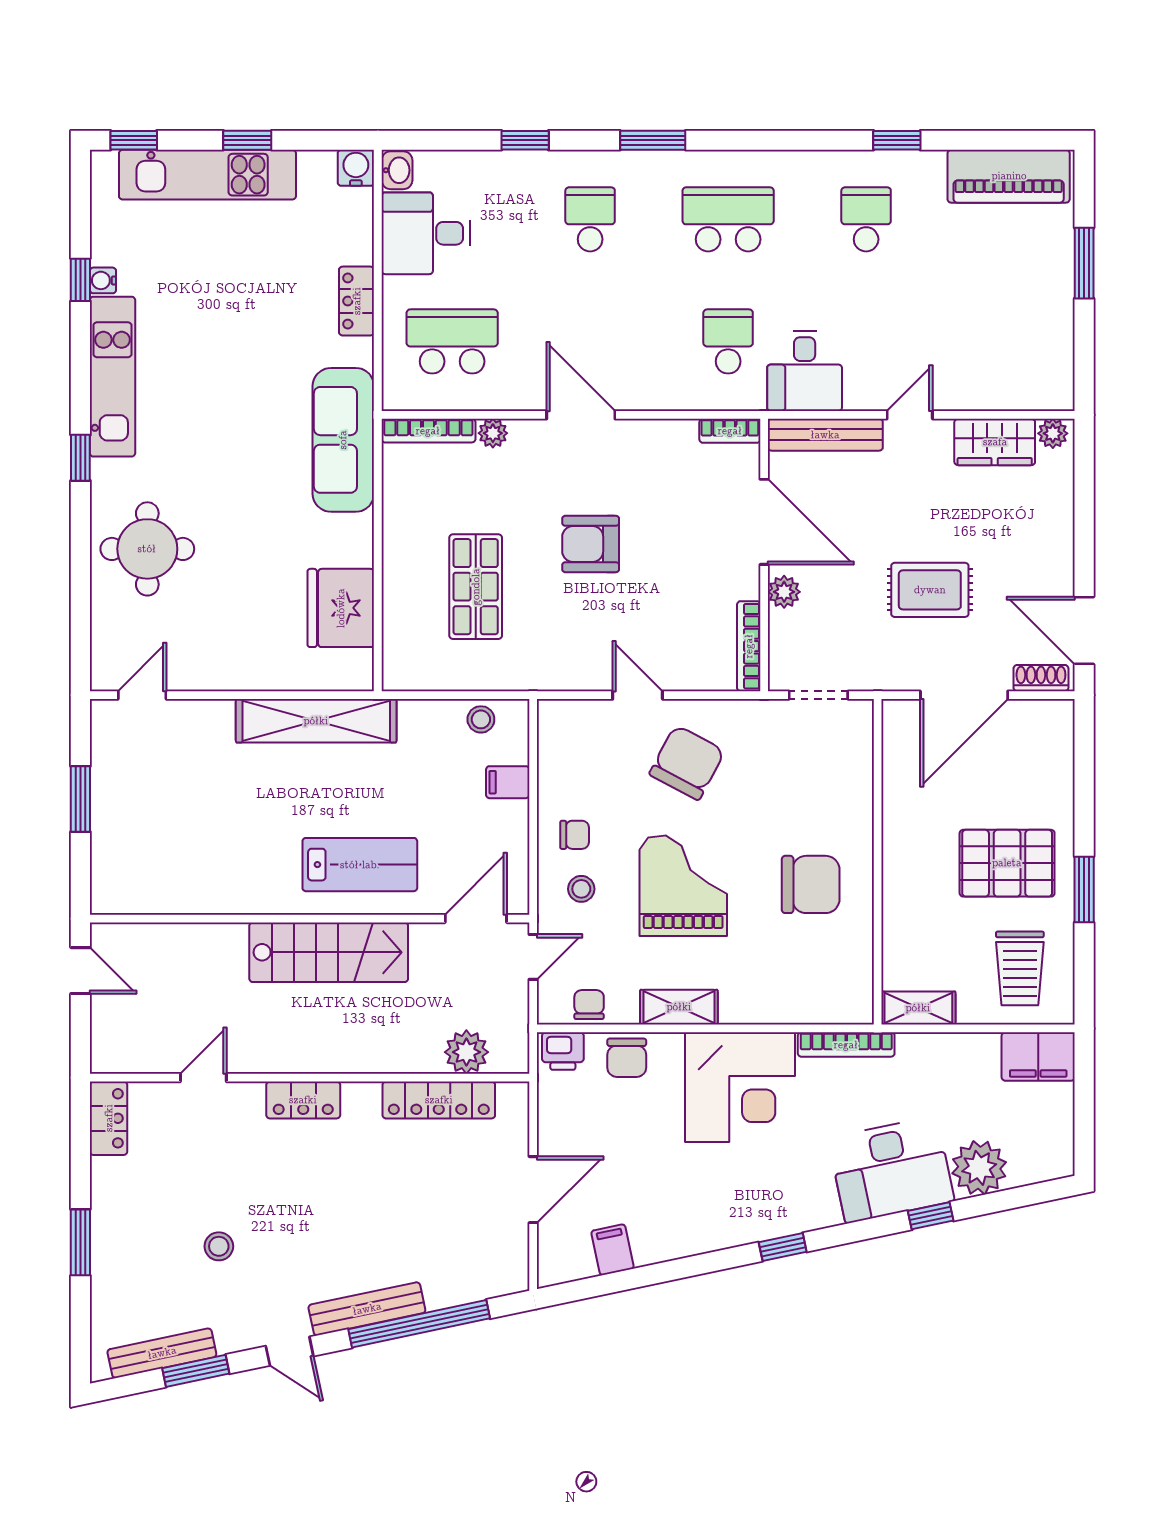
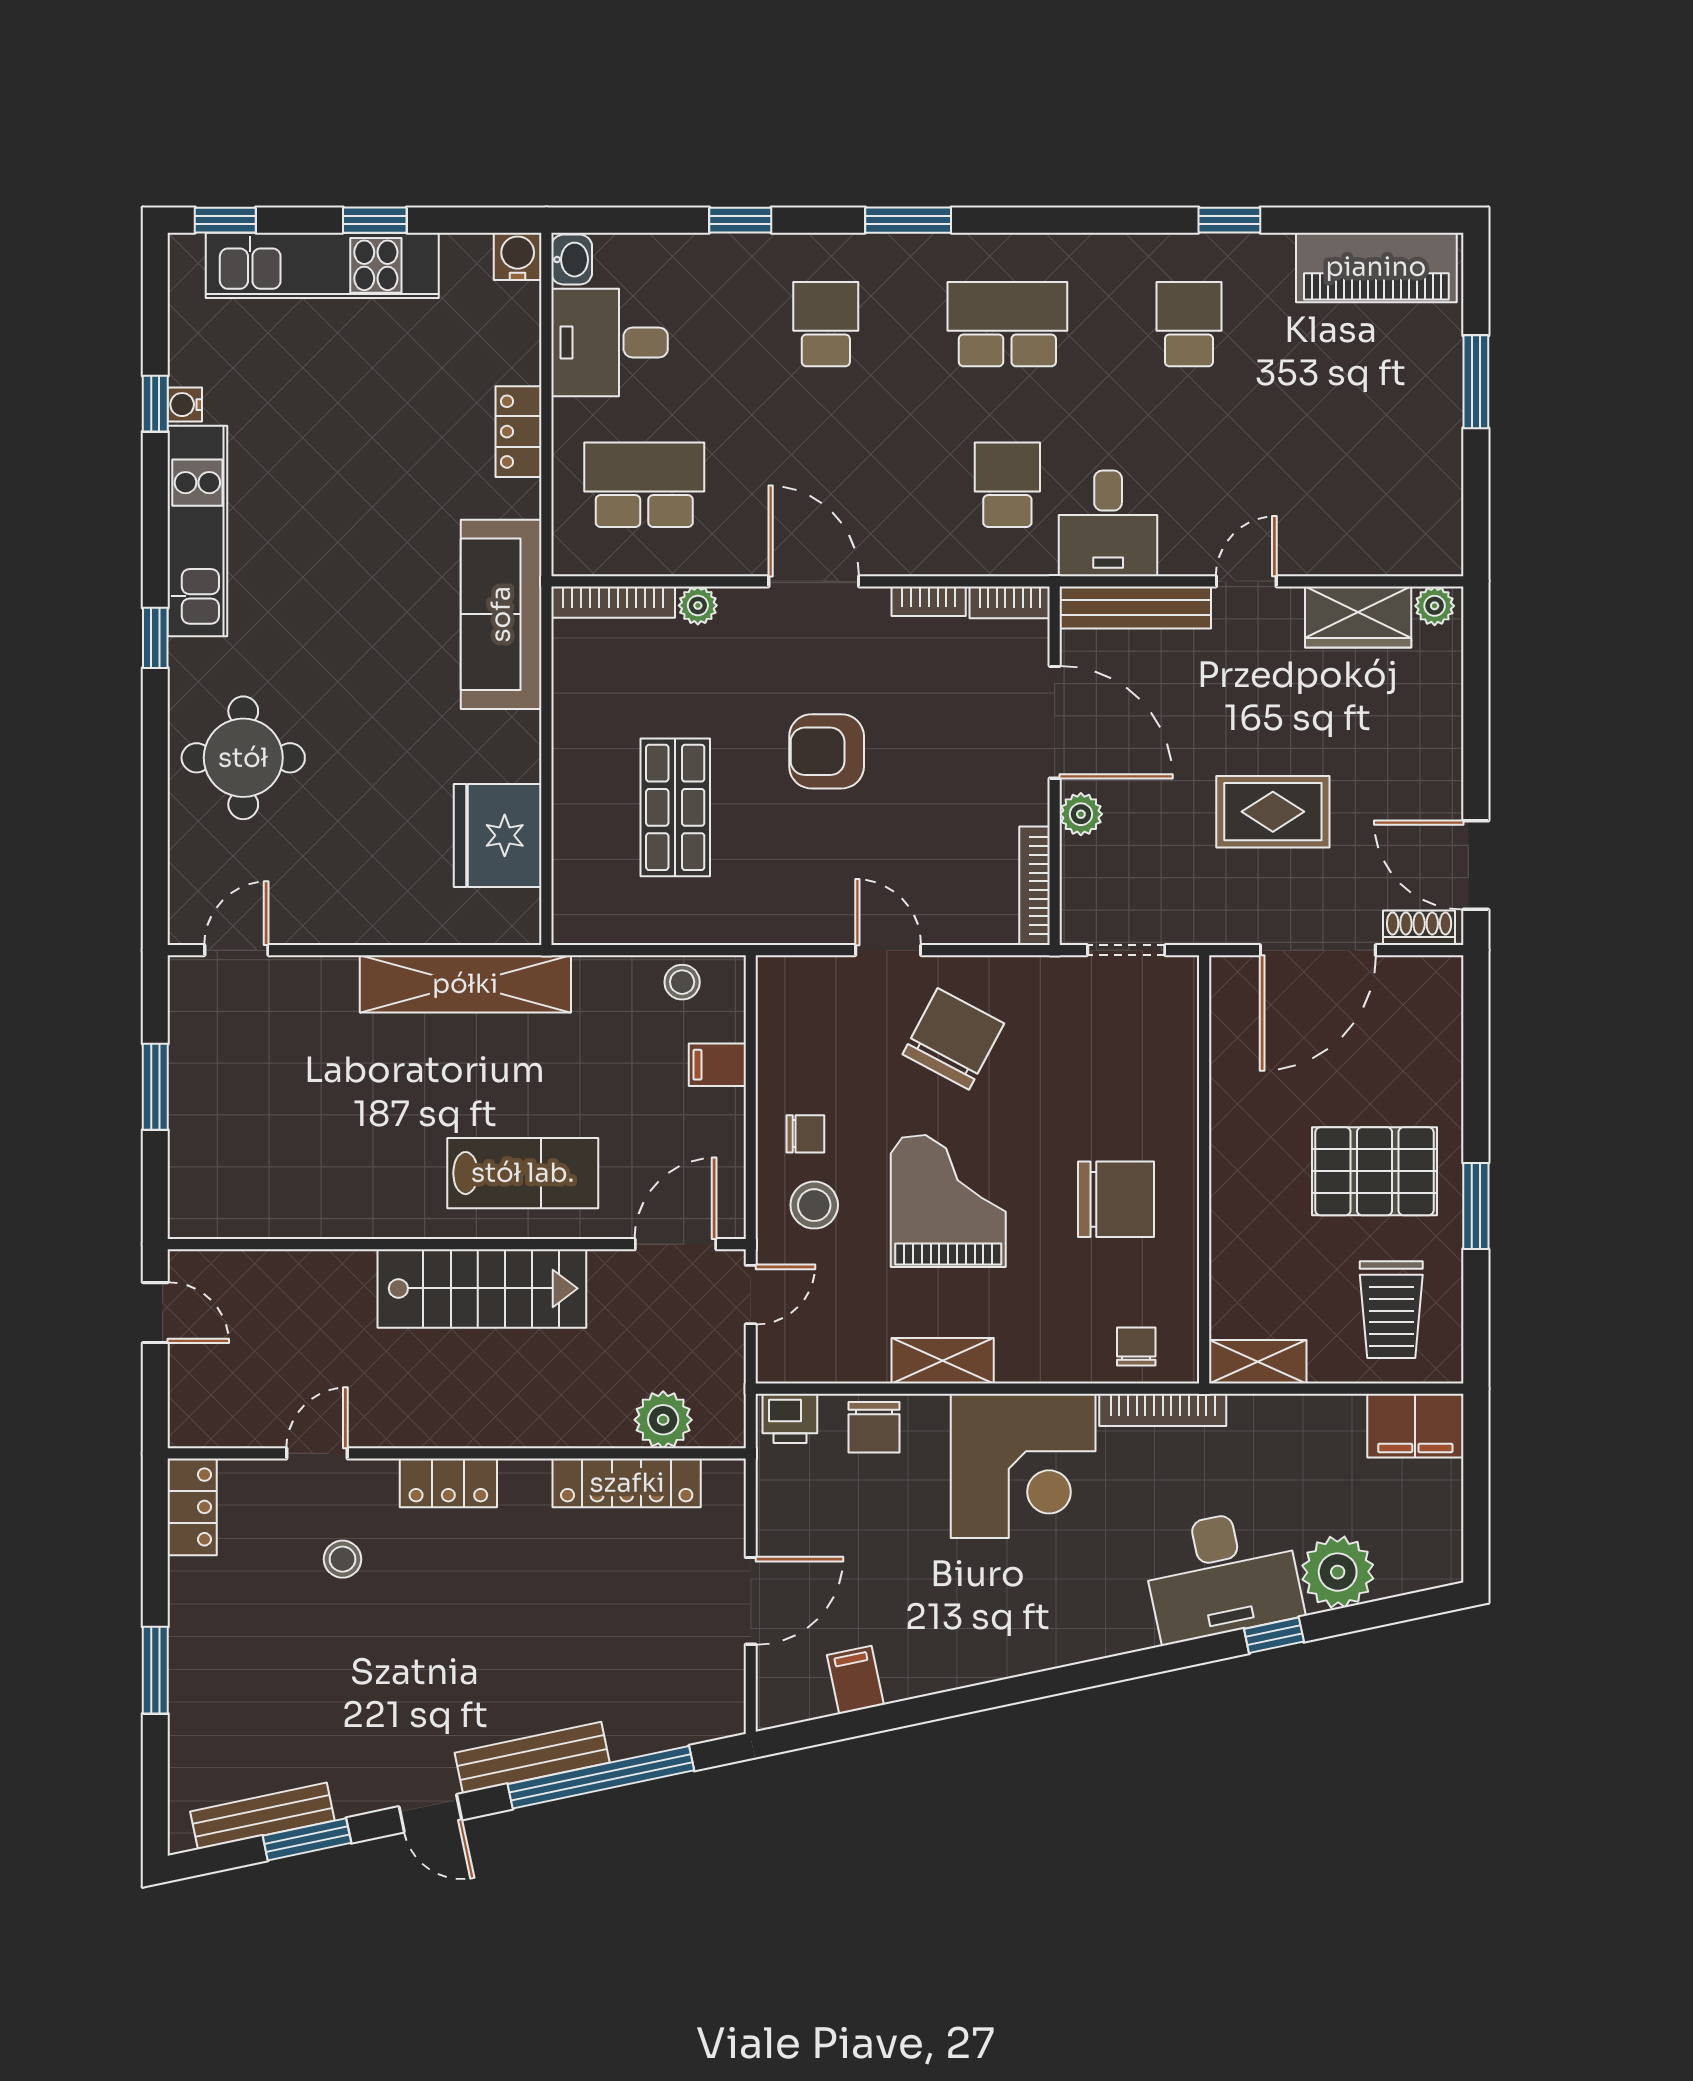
bookcase: (668, 430) -> (929, 601), added
stool: (581, 889) -> (814, 1205), width x1.37, depth x1.37
chair: (589, 1005) -> (1136, 1347), moved
stool: (219, 1246) -> (342, 1559), moved
window: (783, 1247) -> (1079, 1676), removed

